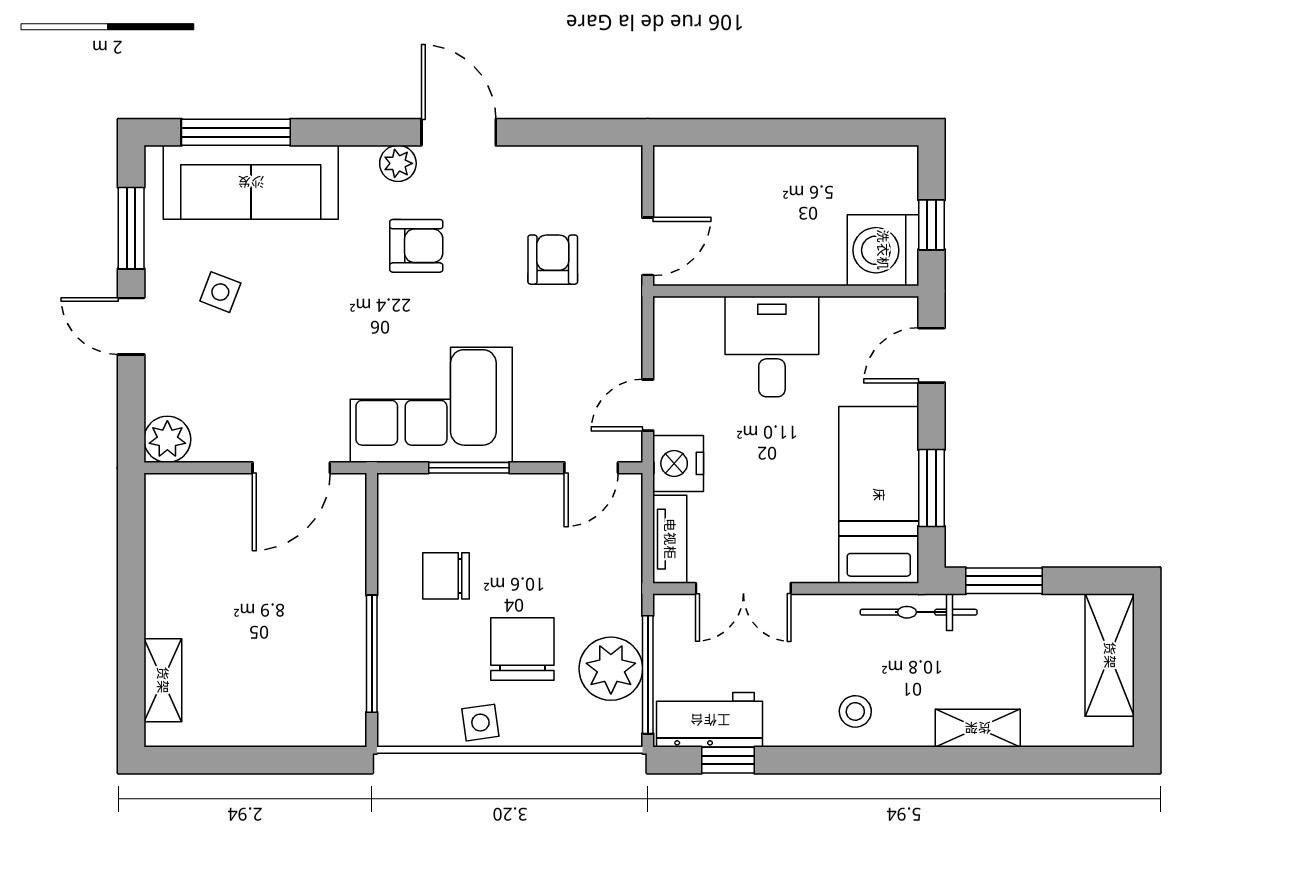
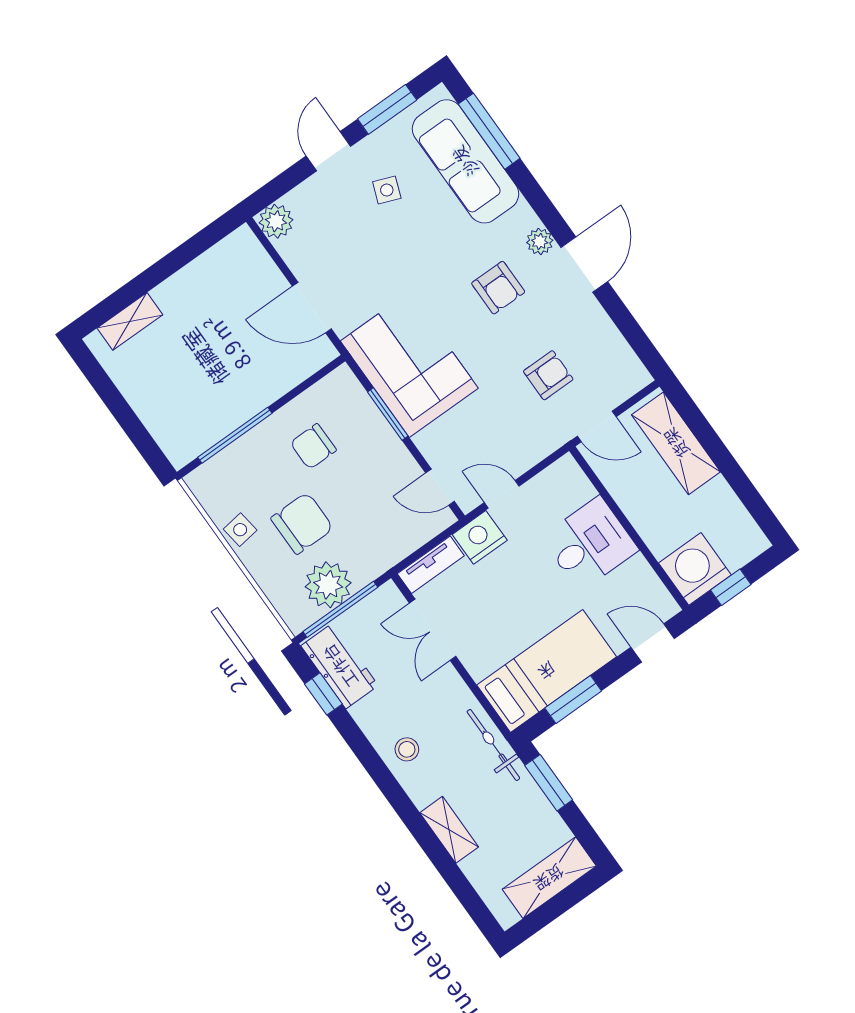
shelving: (729, 172) -> (676, 443), added
chair: (446, 576) -> (313, 446), turned -90

